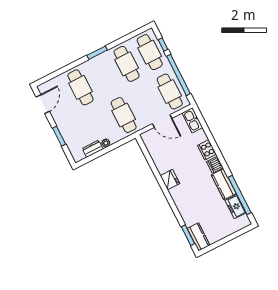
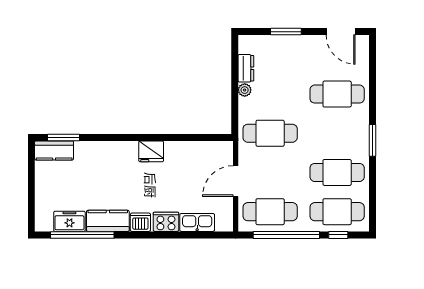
kitchen sink: (192, 120) -> (197, 222), moved

